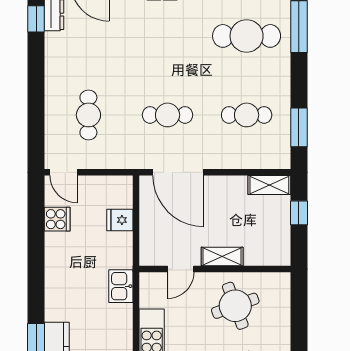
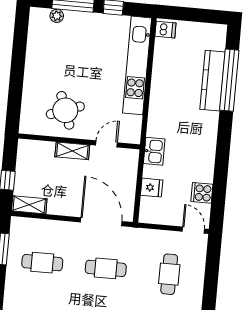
kitchen sink: (121, 286) -> (154, 151), moved

